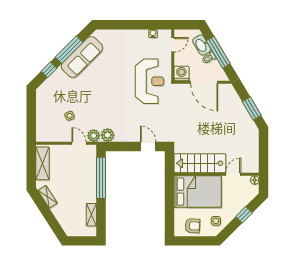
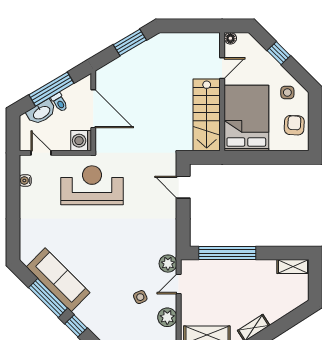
door: (204, 82) -> (93, 109), hinge flipped
plant: (108, 135) -> (167, 317), moved
door: (148, 146) -> (183, 187), hinge flipped
door: (233, 174) -> (222, 68), swing flipped
shelving: (91, 215) -> (293, 267), moved

